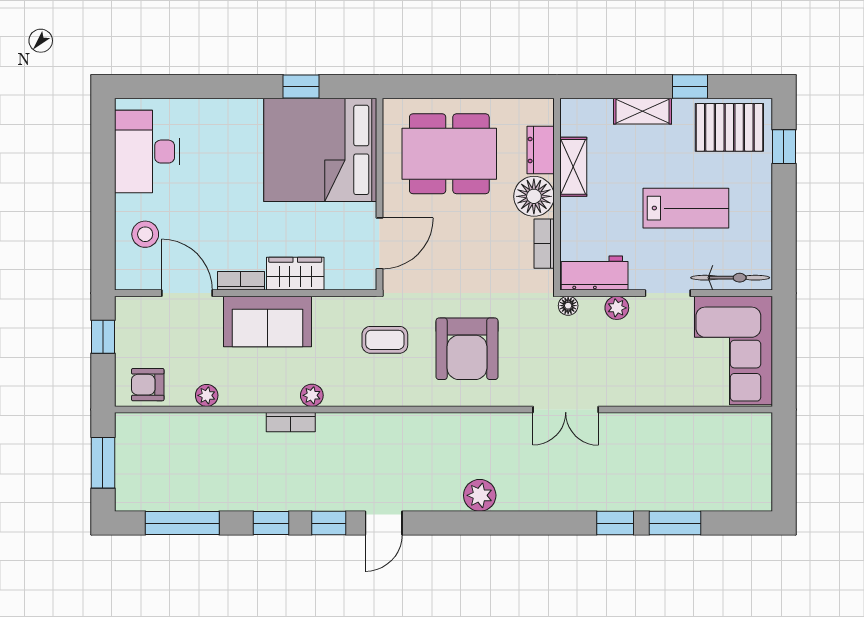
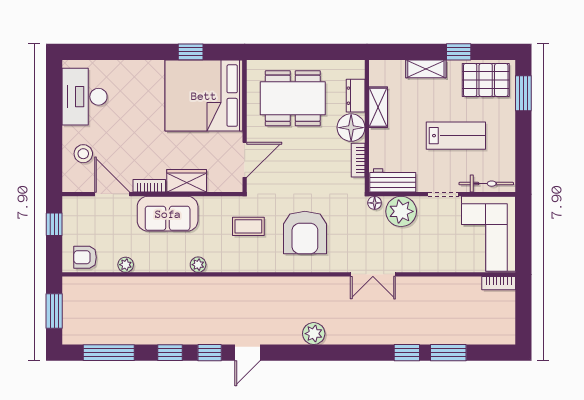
window: (784, 147) -> (523, 93), width x1.50
plant: (617, 308) -> (401, 211), width x1.87, depth x1.87
bookcase: (291, 422) -> (499, 283), moved

